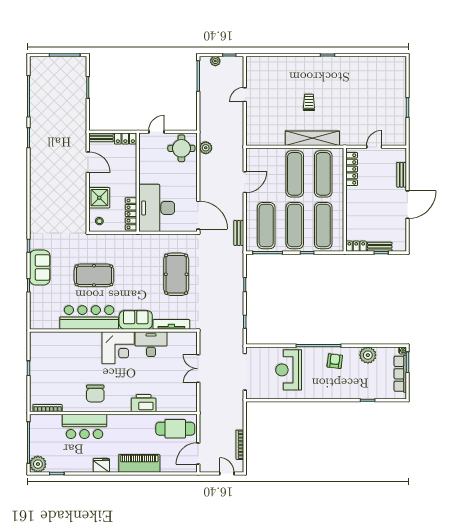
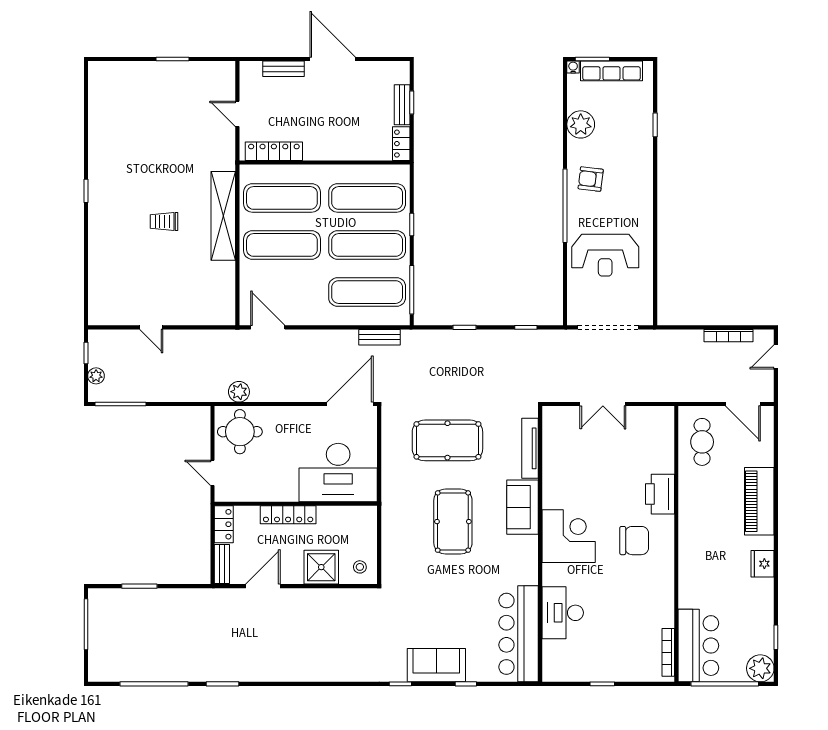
door: (245, 182) -> (268, 327), moved
locker: (131, 214) -> (288, 515), moved
pool table: (94, 275) -> (453, 522), moved
bar counter: (89, 317) -> (519, 634), moved
desk: (151, 344) -> (563, 613), moved
chair: (95, 394) -> (634, 541), moved
bar counter: (84, 426) -> (698, 646), moved
cafe table: (175, 429) -> (702, 442), width x0.73, depth x0.74

